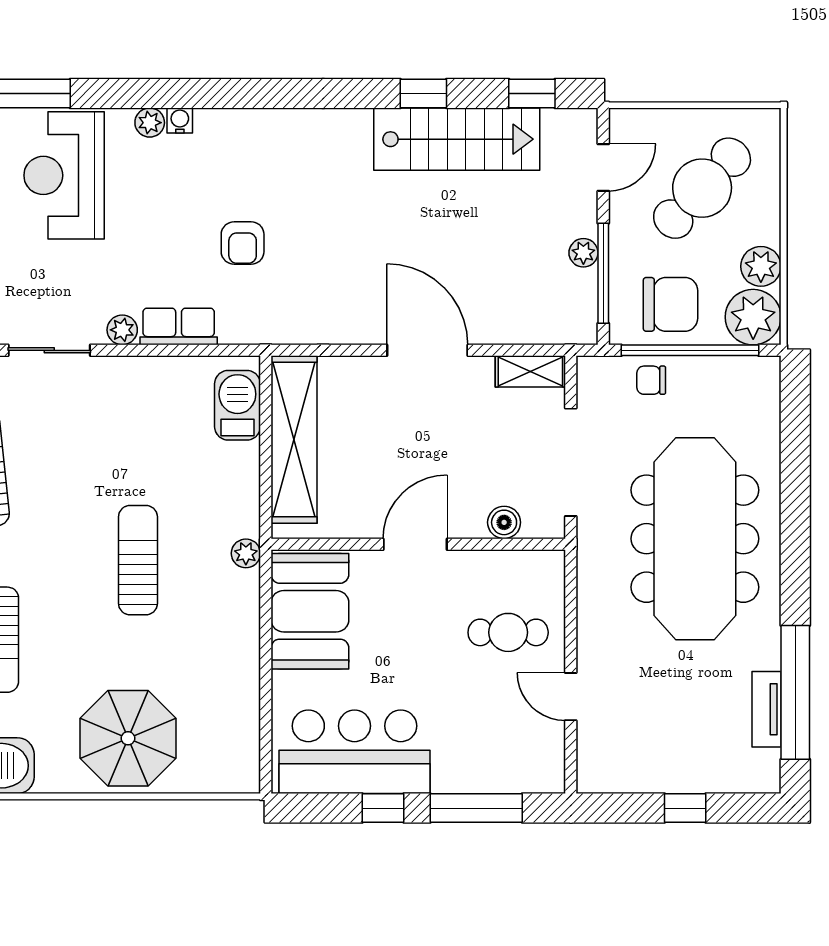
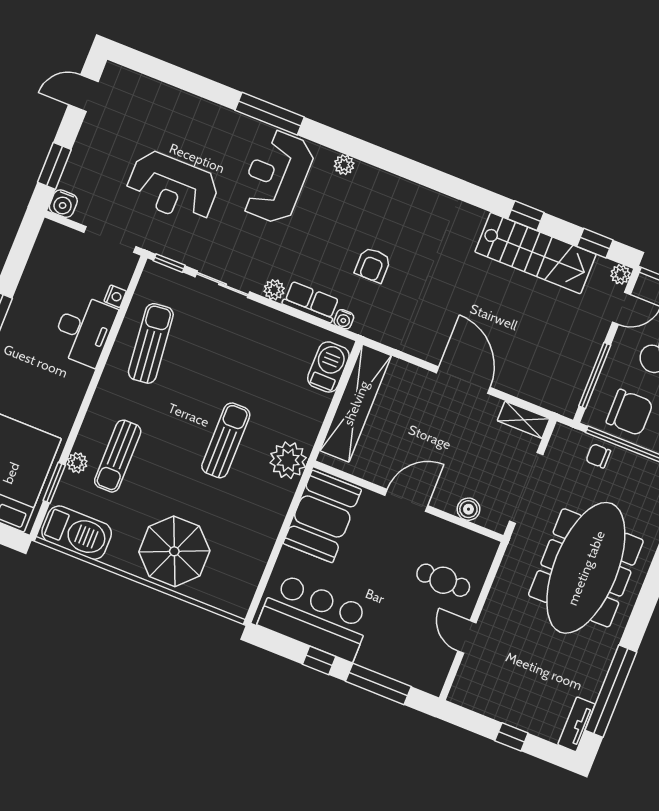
water cooler: (180, 121) -> (344, 319), moved, turned 180
plant: (583, 253) -> (620, 274), moved
plant: (246, 553) -> (288, 460), width x1.87, depth x1.87
tv unit: (766, 709) -> (576, 724), moved

